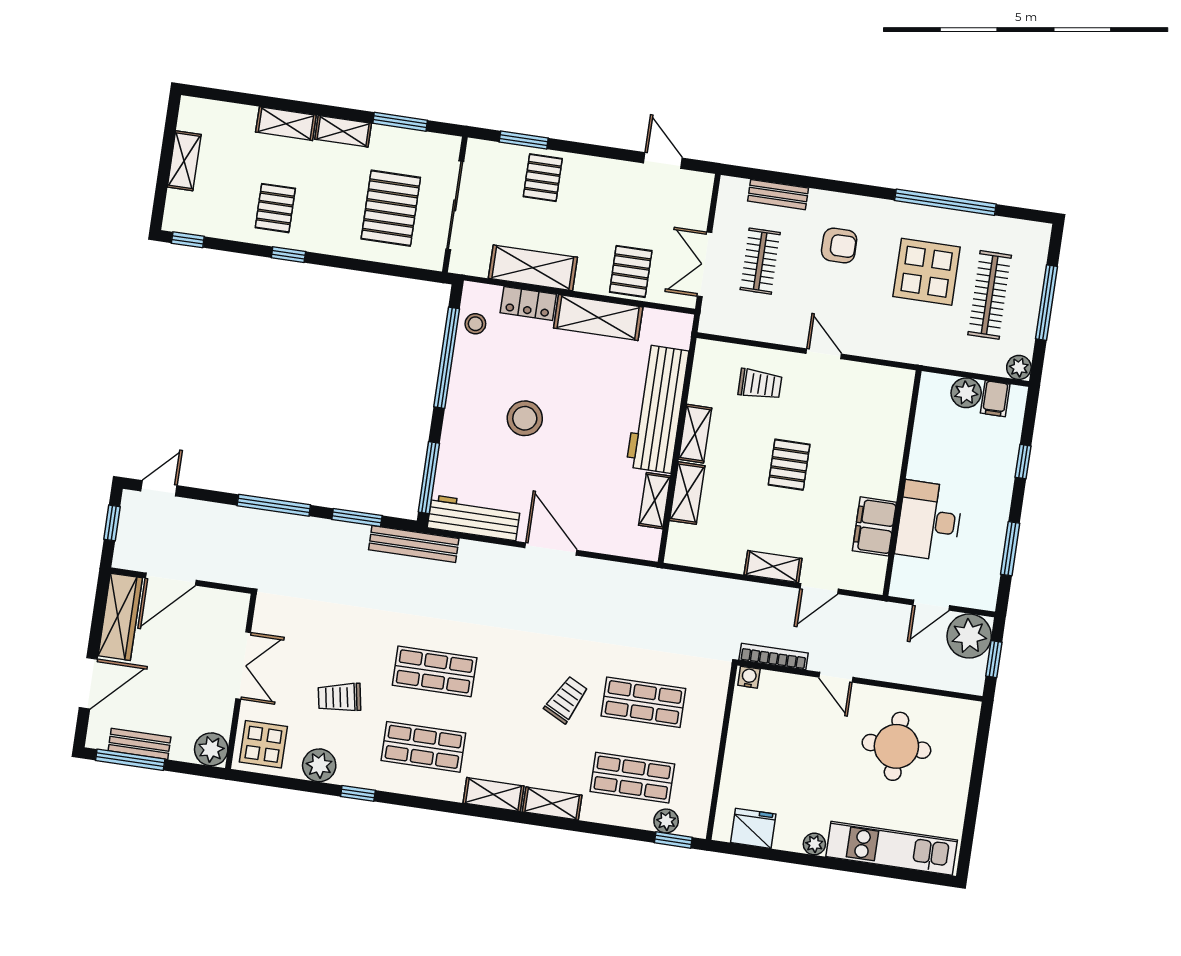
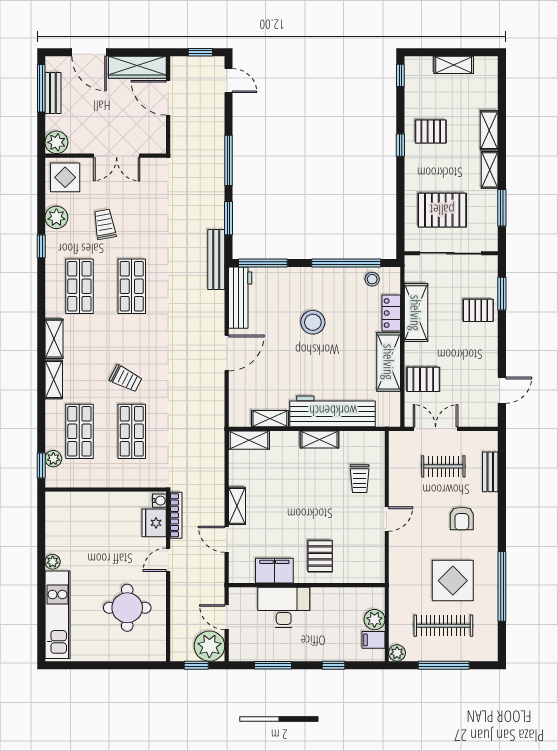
pallet: (789, 465) -> (320, 556), moved, turned 90
shelving: (687, 493) -> (249, 440), moved
fridge: (753, 828) -> (154, 523), moved, turned 180

